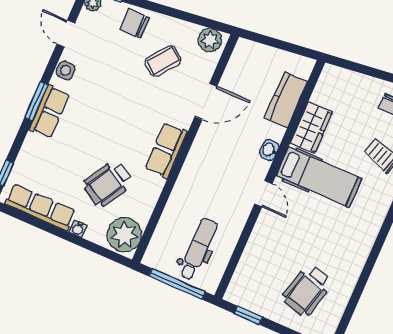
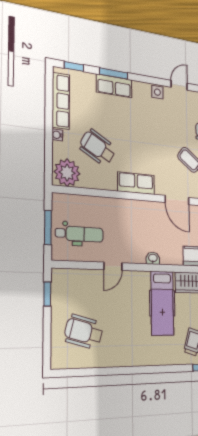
window: (36, 101) -> (114, 74), moved
row of seats: (49, 112) -> (114, 86), moved
washbasin: (269, 150) -> (153, 258), moved
door: (263, 194) -> (113, 266), moved
window: (177, 284) -> (48, 228), width x0.69

